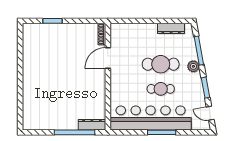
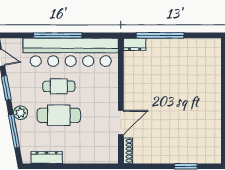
dresser: (92, 125) -> (135, 44), width x0.70
window: (162, 132) -> (58, 35), width x1.46

